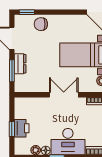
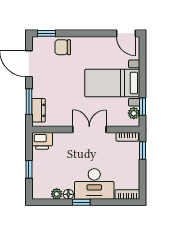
dresser: (20, 64) -> (39, 110), moved
printer: (22, 128) -> (42, 141), moved, turned 90

